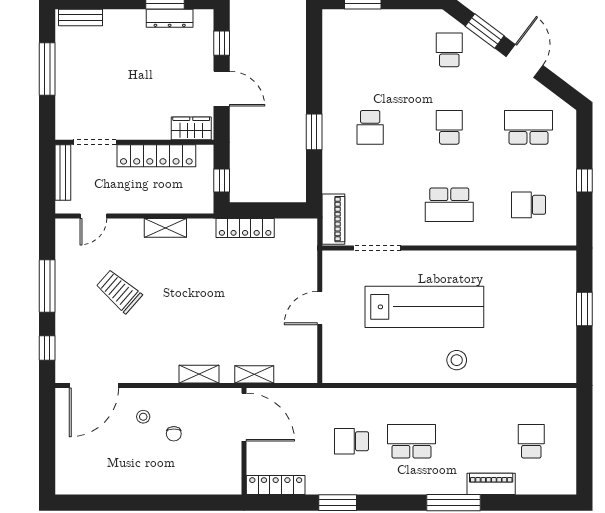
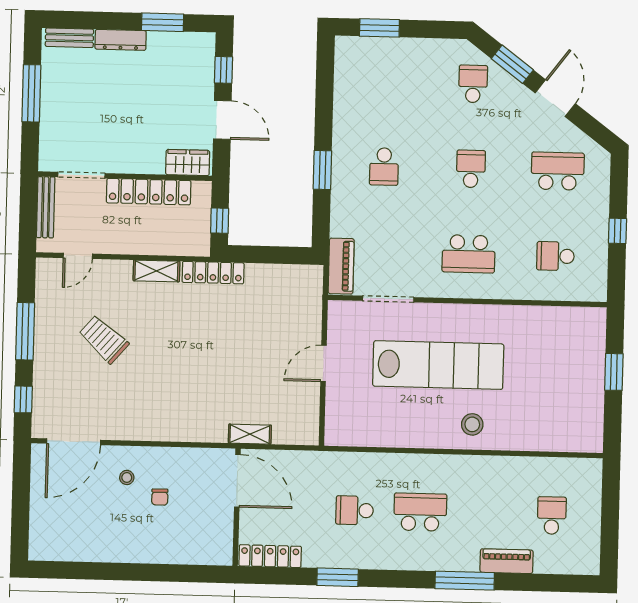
dresser: (170, 18) -> (121, 40), moved
locker: (245, 228) -> (213, 273), moved
shelving: (199, 374) -> (189, 432), removed

